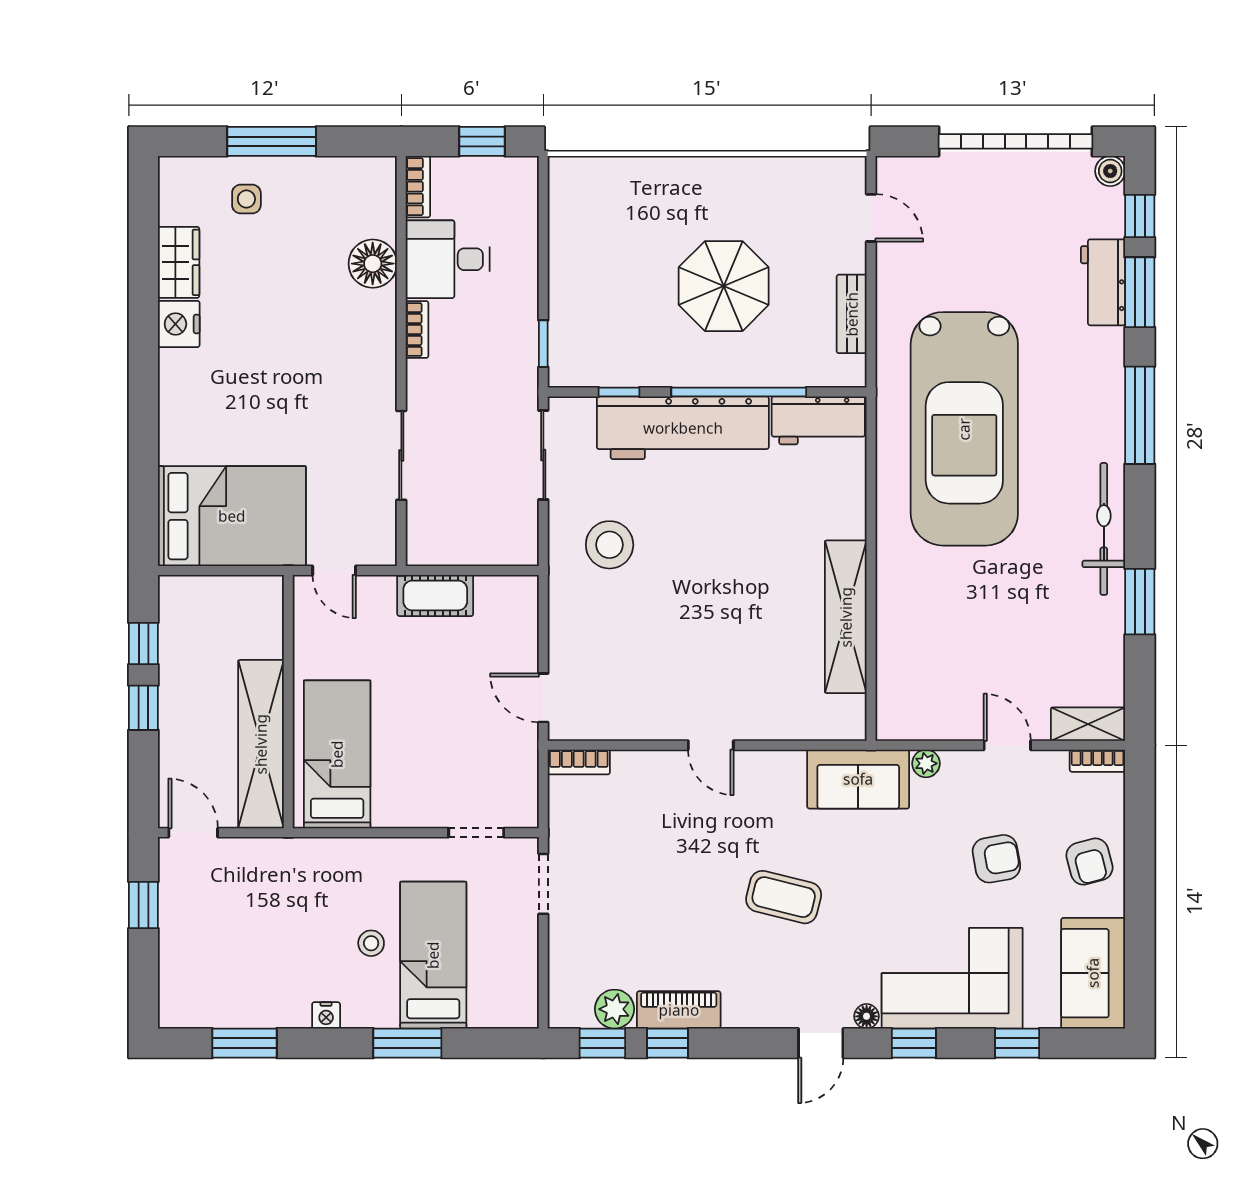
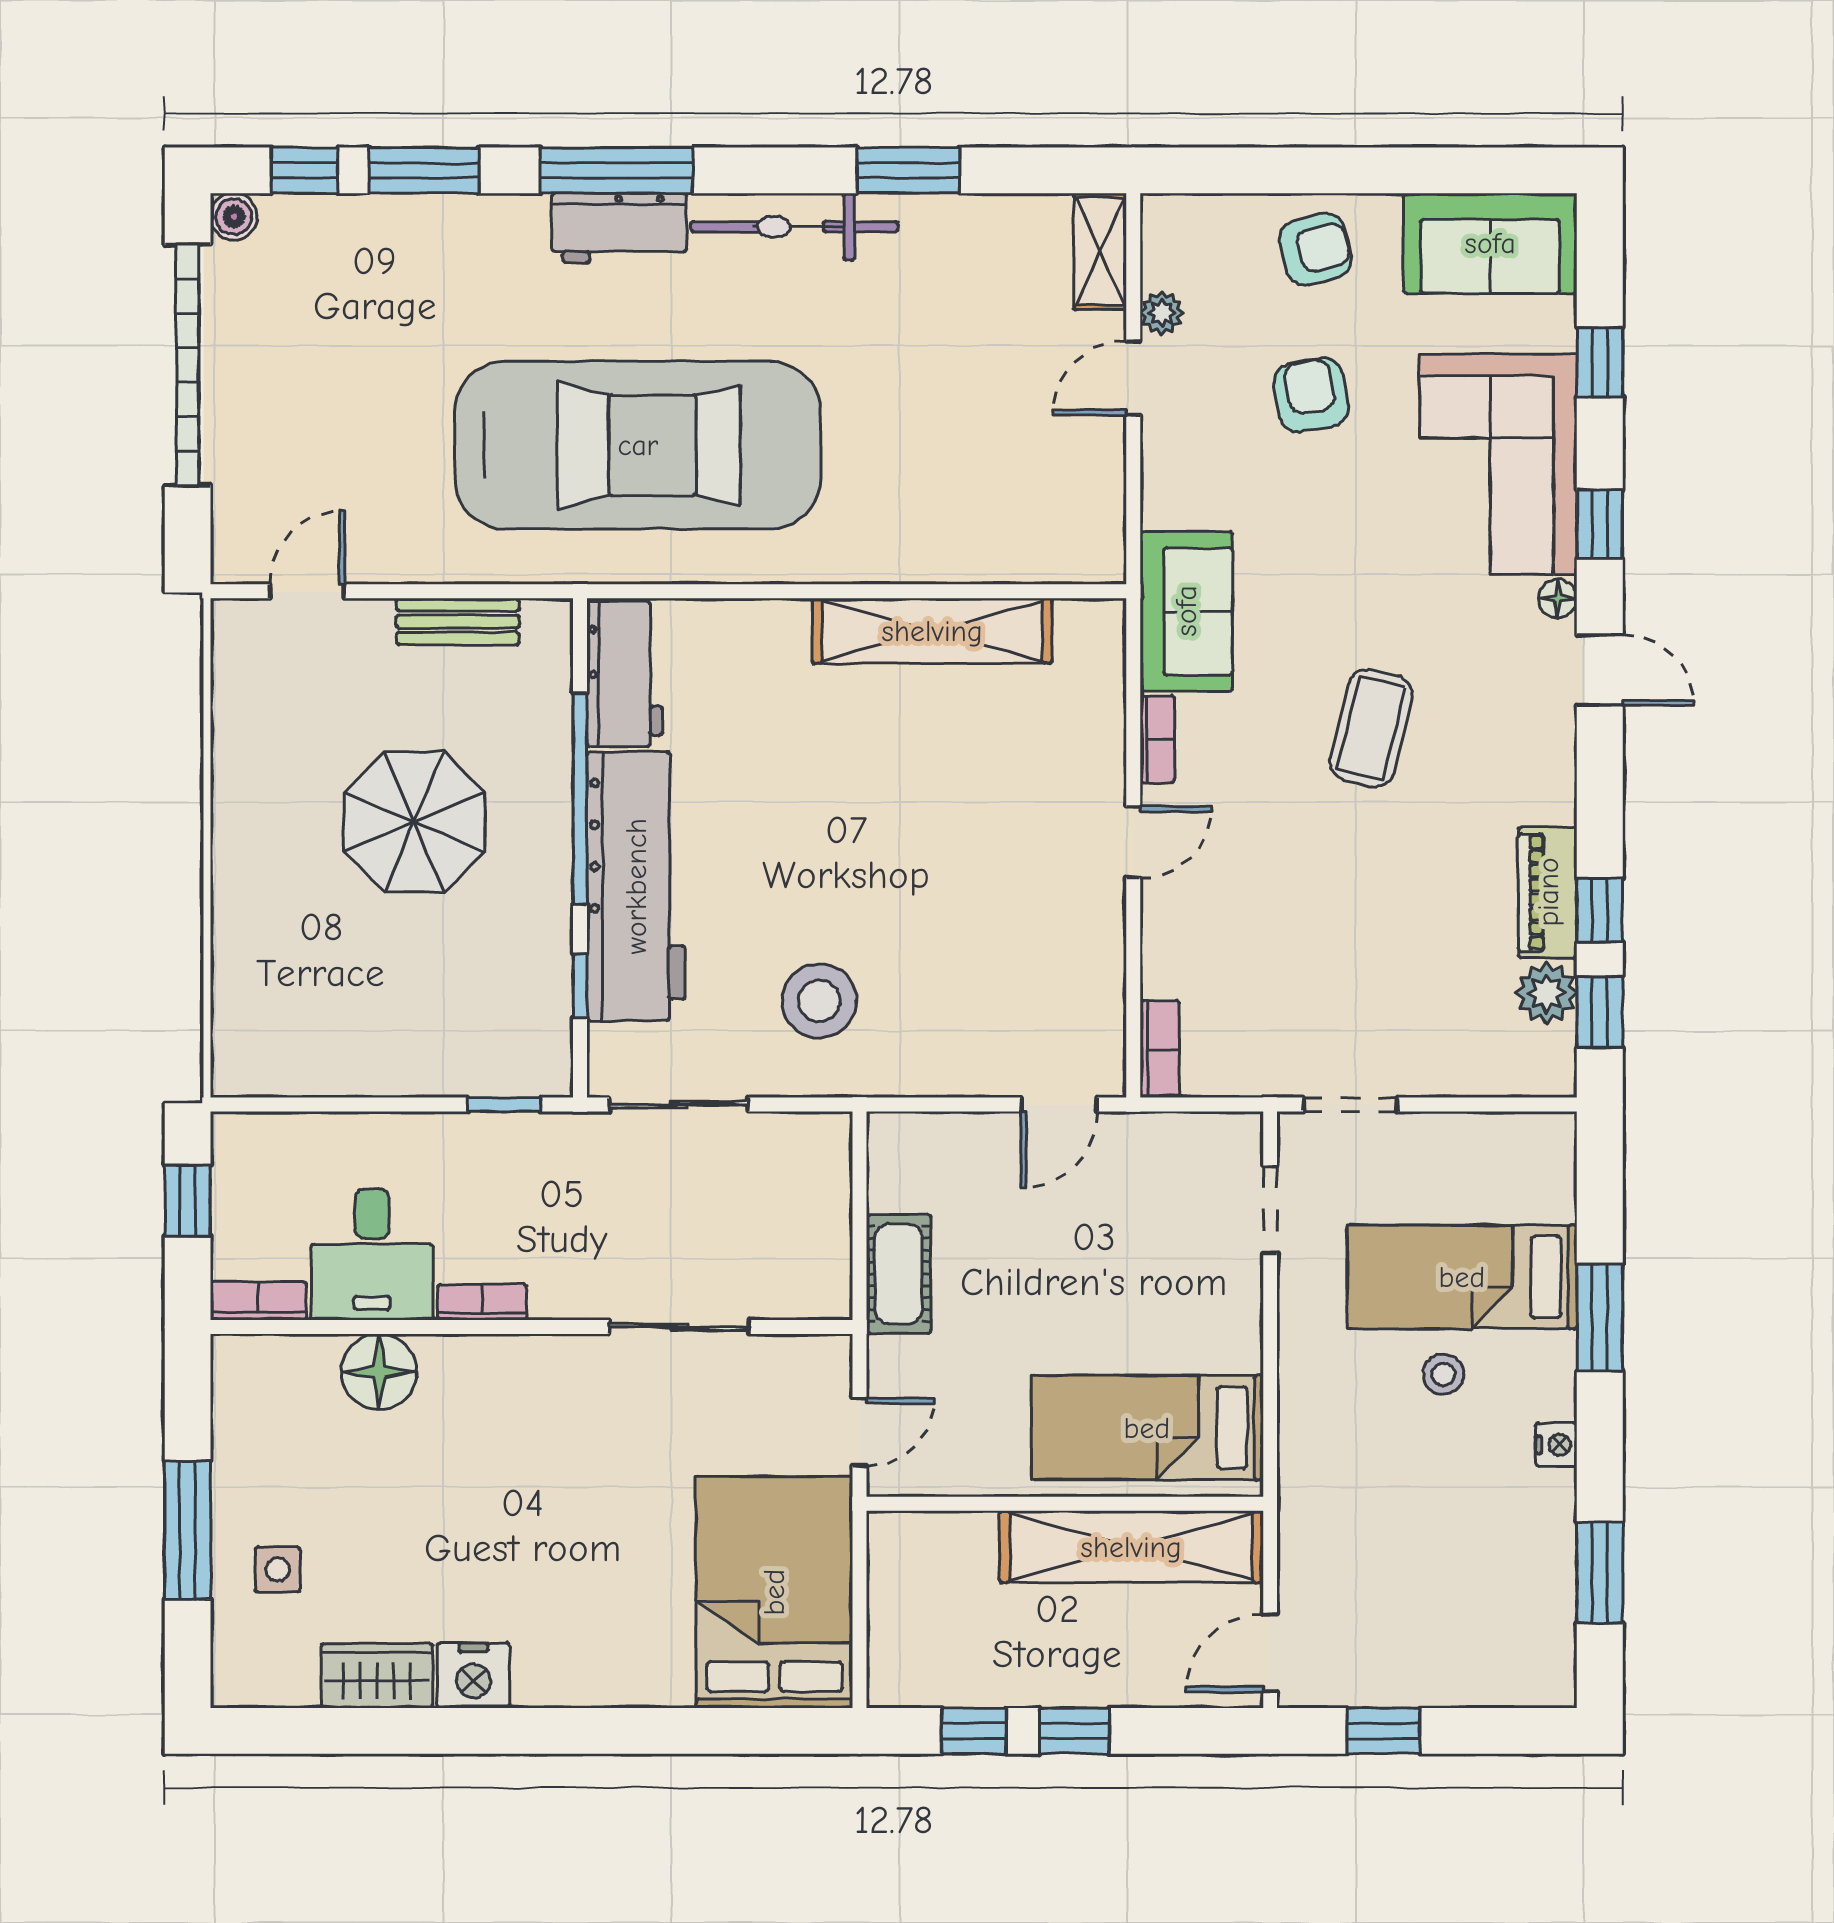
workbench: (1103, 282) -> (619, 228), moved
bookcase: (1097, 761) -> (1157, 739), moved
plant: (926, 763) -> (1162, 313), moved

